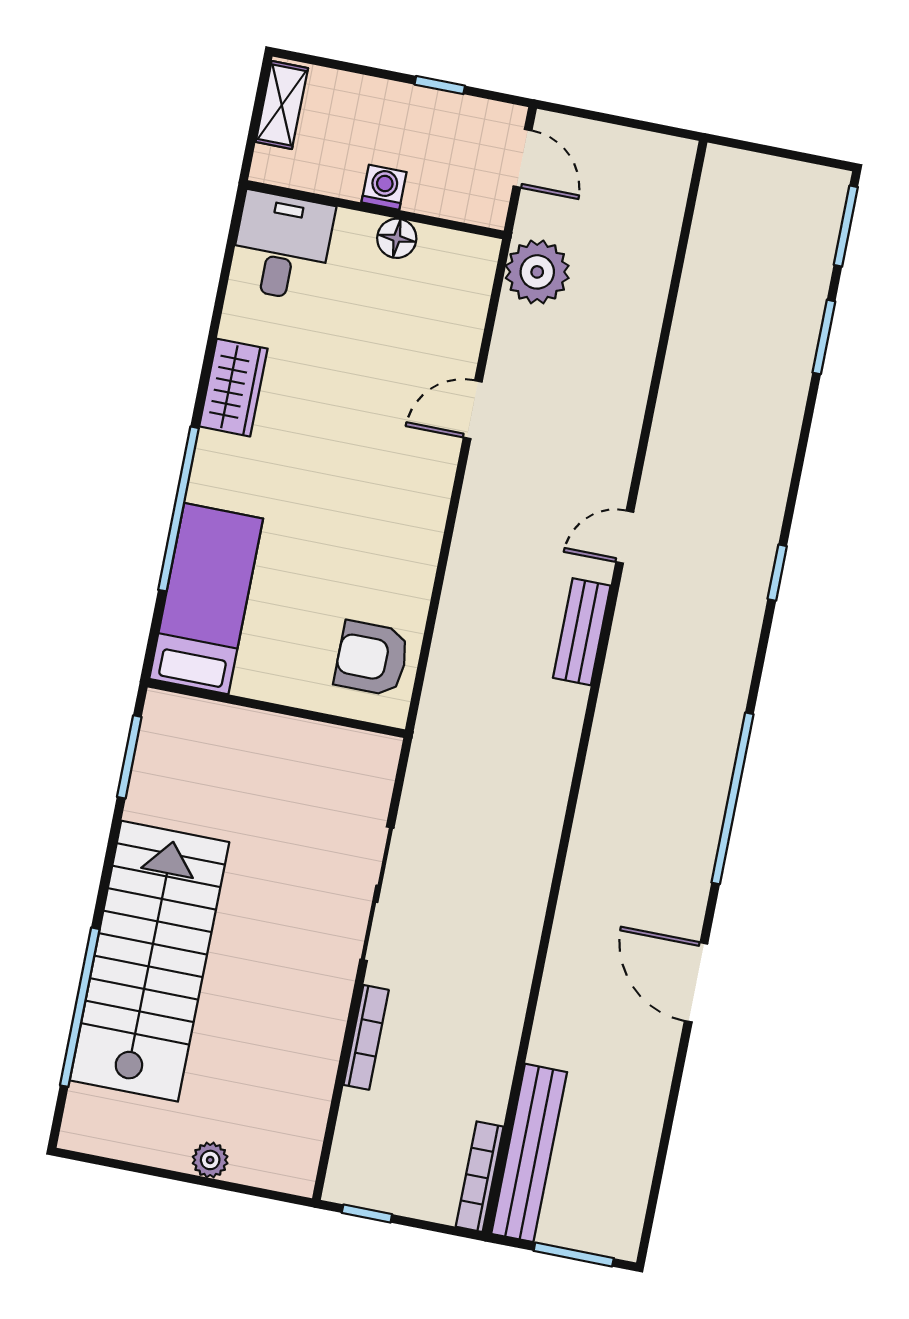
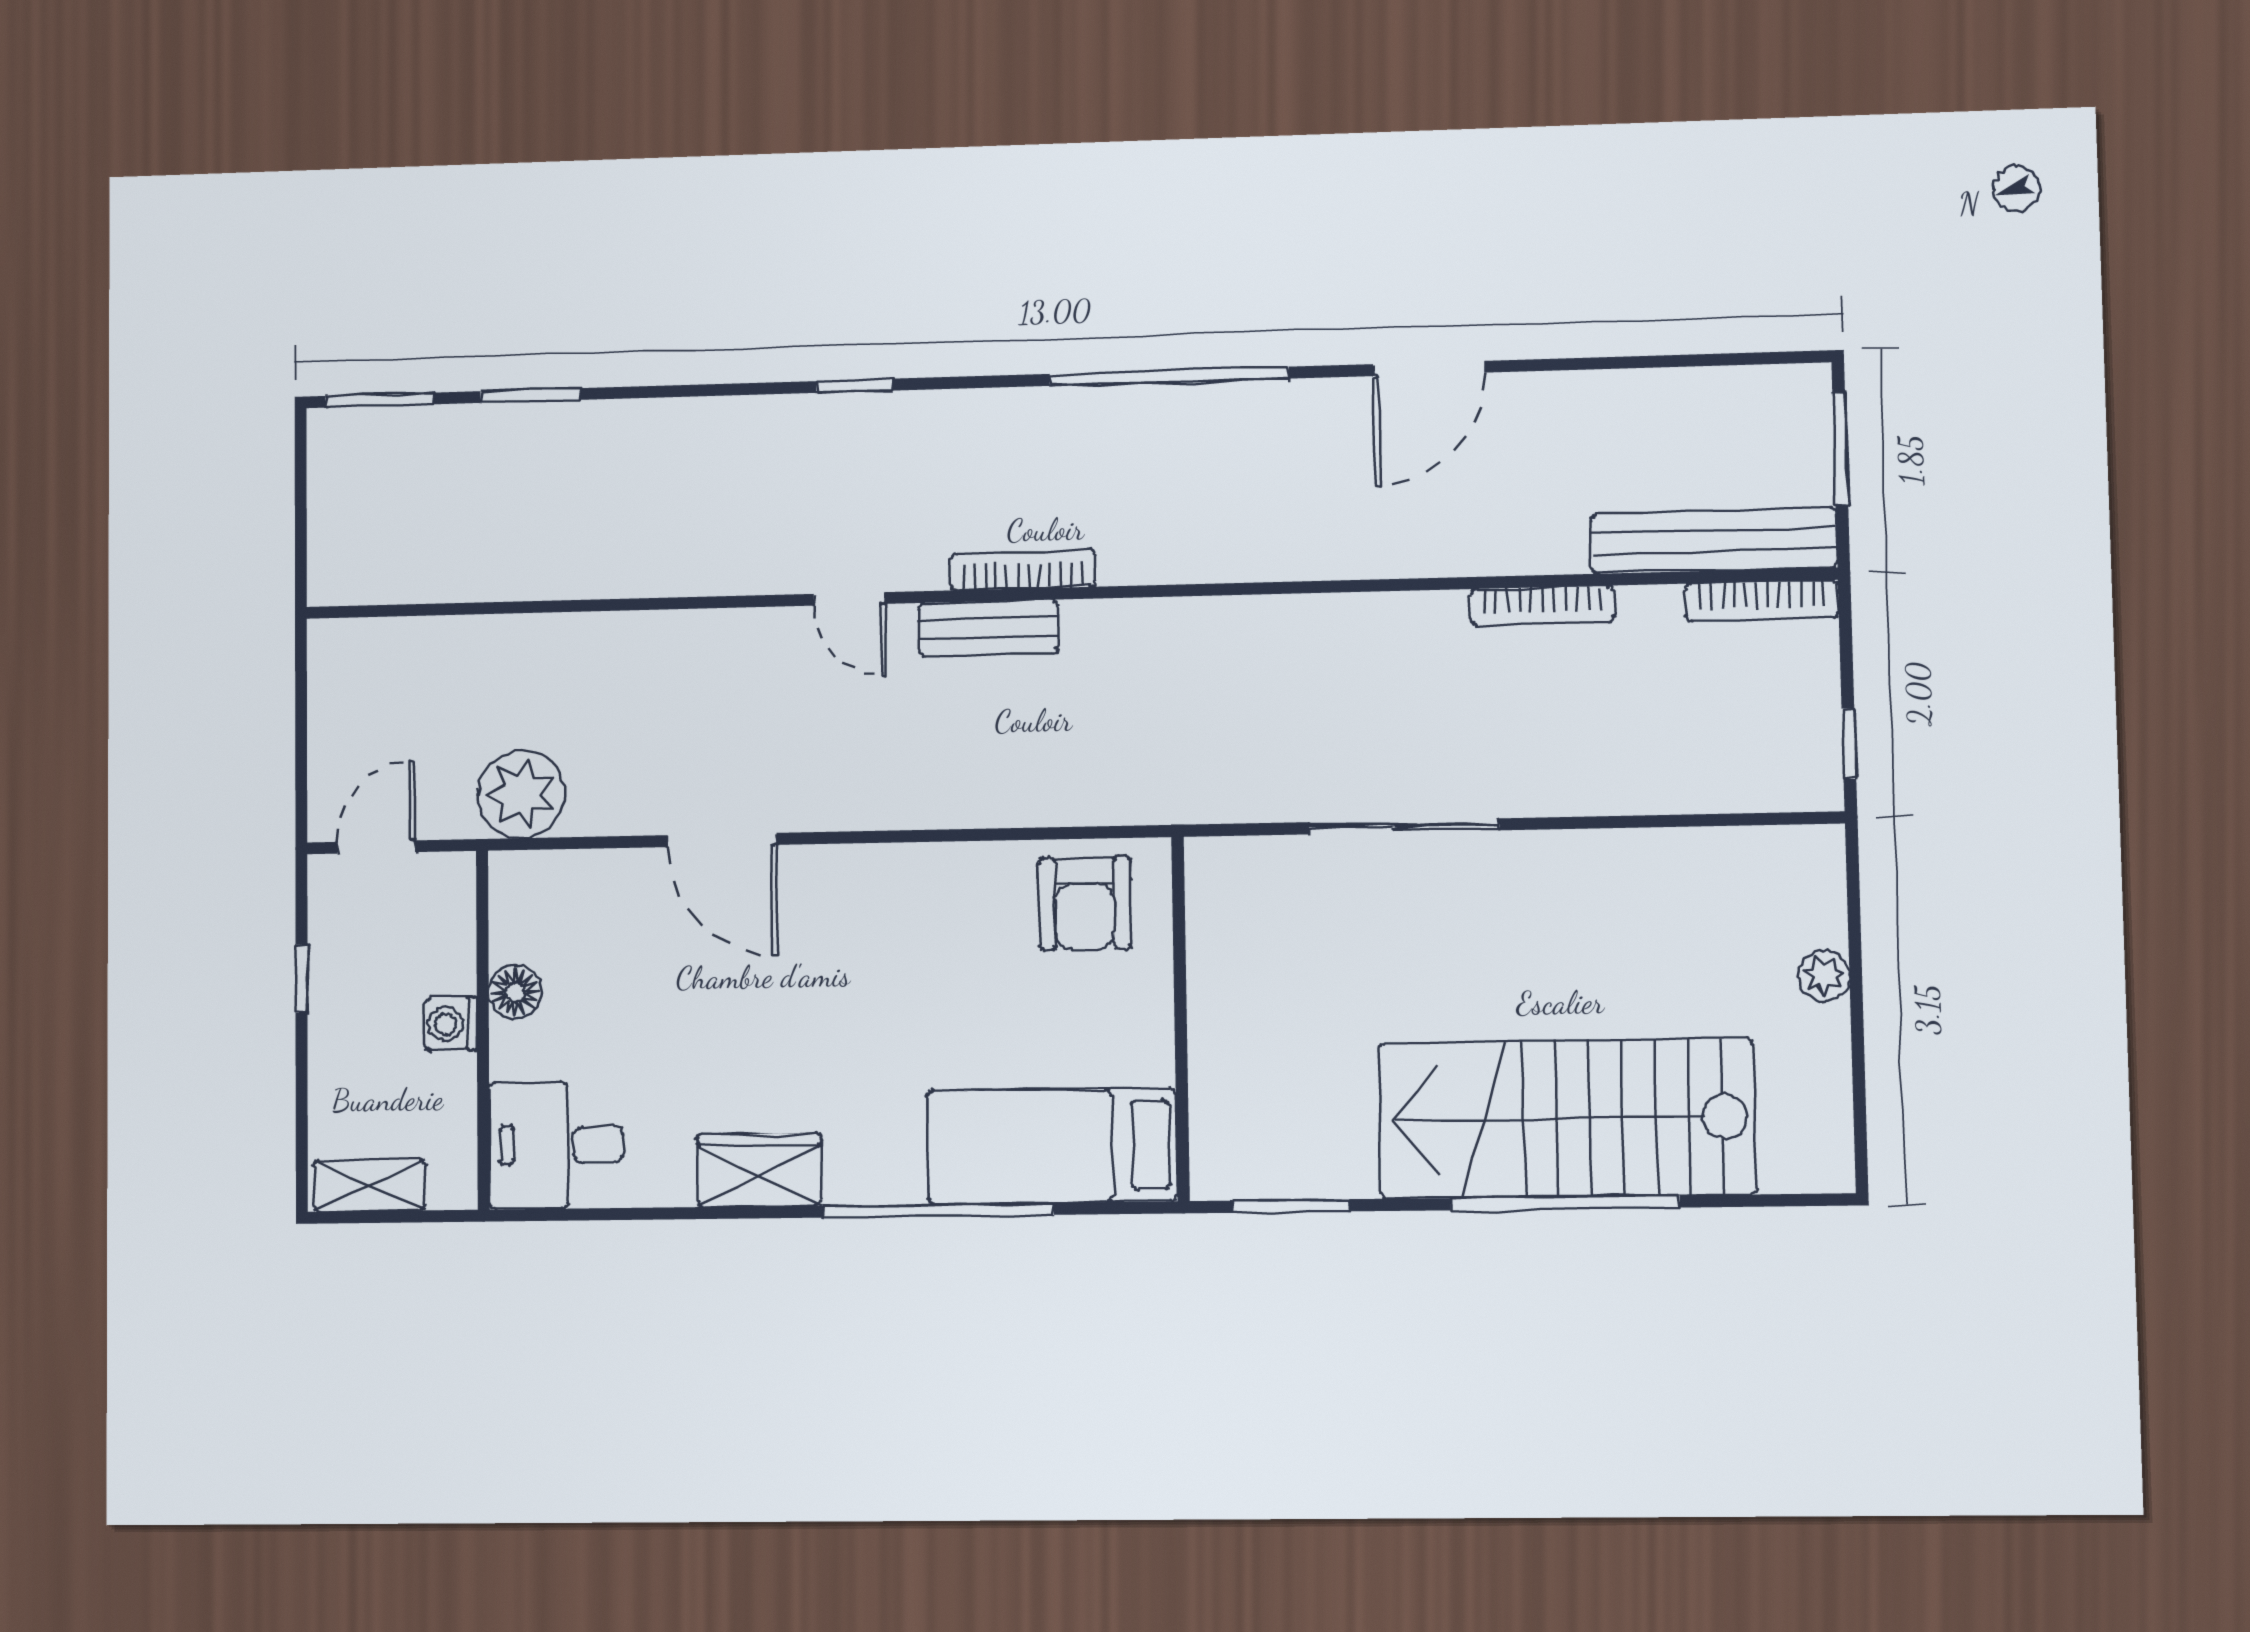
door: (473, 410) -> (722, 840), width x1.38
bookcase: (618, 665) -> (1023, 570), added
window: (80, 1007) -> (1565, 1203), moved
bookcase: (366, 1037) -> (1542, 605), moved, turned 180

